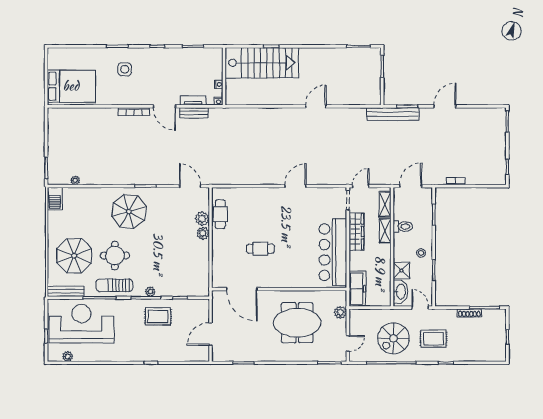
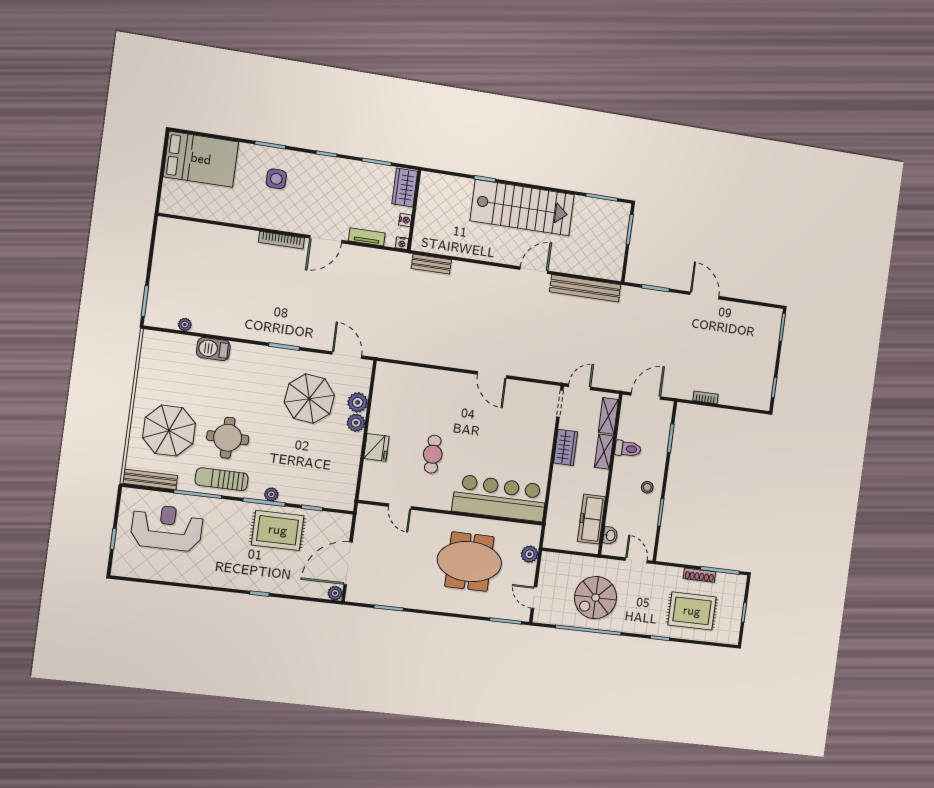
wardrobe: (215, 61) -> (405, 187), added
stairs: (262, 63) -> (522, 208), moved
bed: (71, 86) -> (201, 159), moved
door: (164, 106) -> (326, 239), hinge flipped
door: (445, 106) -> (705, 295), hinge flipped
bench: (194, 113) -> (431, 264), moved
bench: (393, 114) -> (585, 288), moved
door: (295, 186) -> (492, 375), swing flipped
barbecue: (55, 199) -> (213, 349), moved, turned 90
parasol: (129, 212) -> (309, 399), moved
cafe table: (220, 214) -> (384, 400), removed
wardrobe: (356, 231) -> (566, 447), width x0.67
fridge: (220, 249) -> (376, 447), added
cafe table: (260, 249) -> (433, 454), turned 90
bar counter: (333, 252) -> (500, 498), moved, turned 90
shower: (401, 271) -> (618, 508), removed
door: (242, 289) -> (400, 507), width x0.53
freezer: (357, 289) -> (591, 519), moved, turned 180
washbasin: (400, 292) -> (610, 535), width x0.52, depth x0.69
rug: (158, 317) -> (278, 530), width x1.36, depth x1.43
reception desk: (81, 324) -> (167, 528), width x0.74, depth x0.77
door: (210, 334) -> (348, 563), width x1.36
rug: (434, 339) -> (692, 611), moved, width x1.36, depth x1.43
door: (348, 343) -> (534, 598), swing flipped
plant: (68, 356) -> (335, 593), moved

